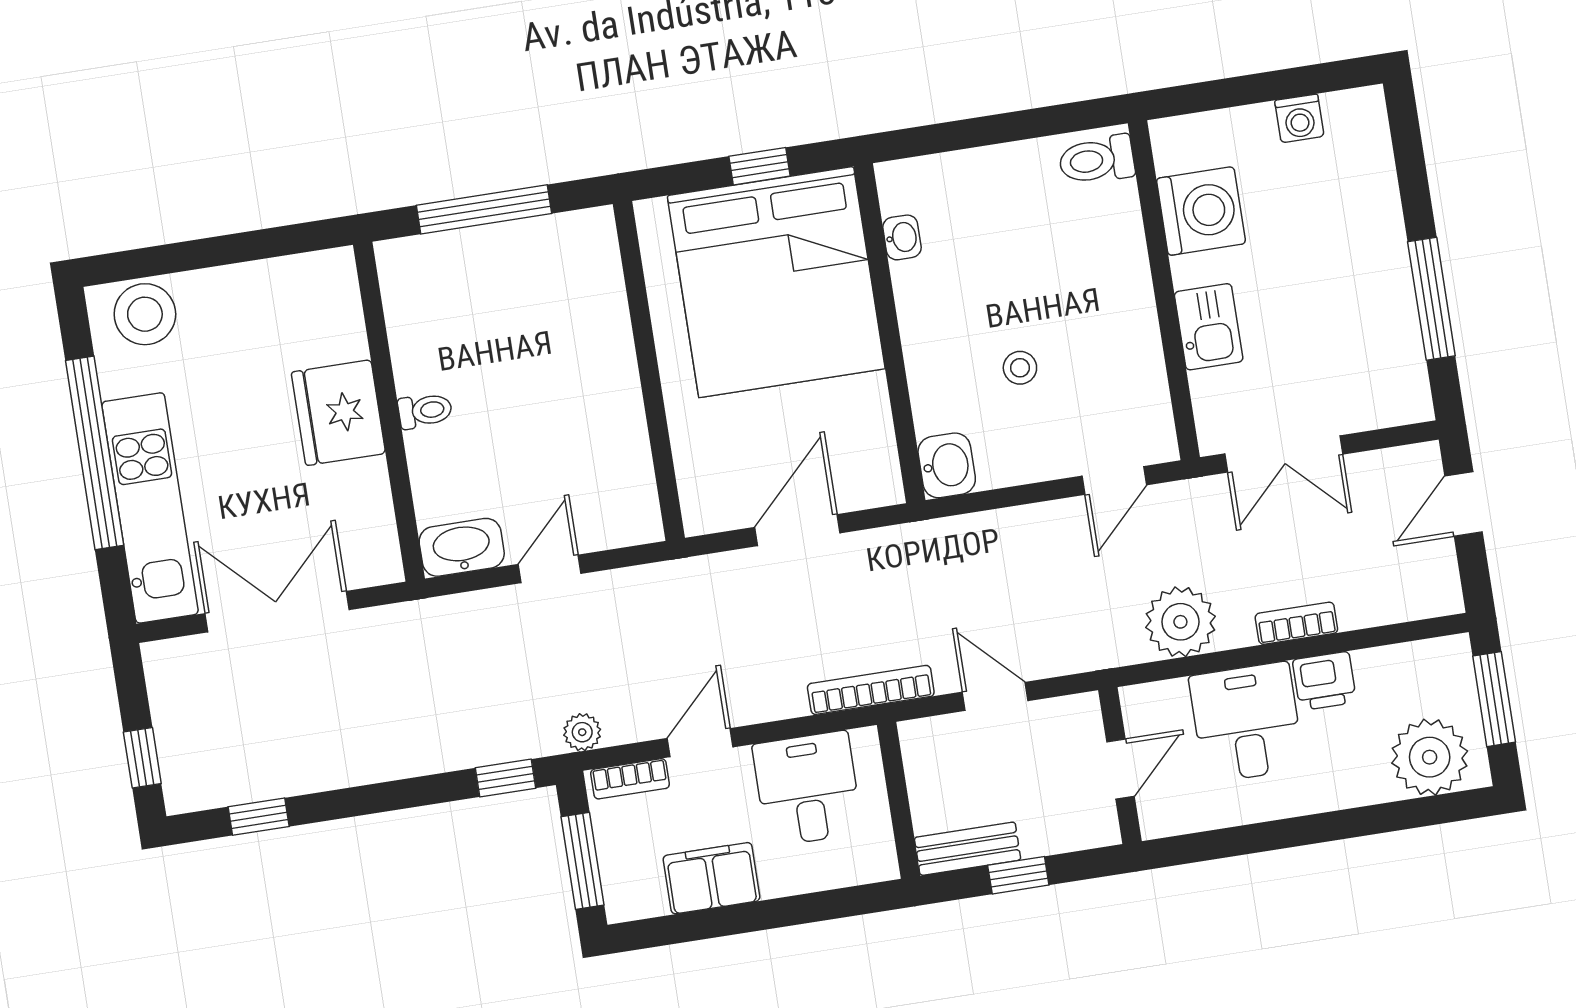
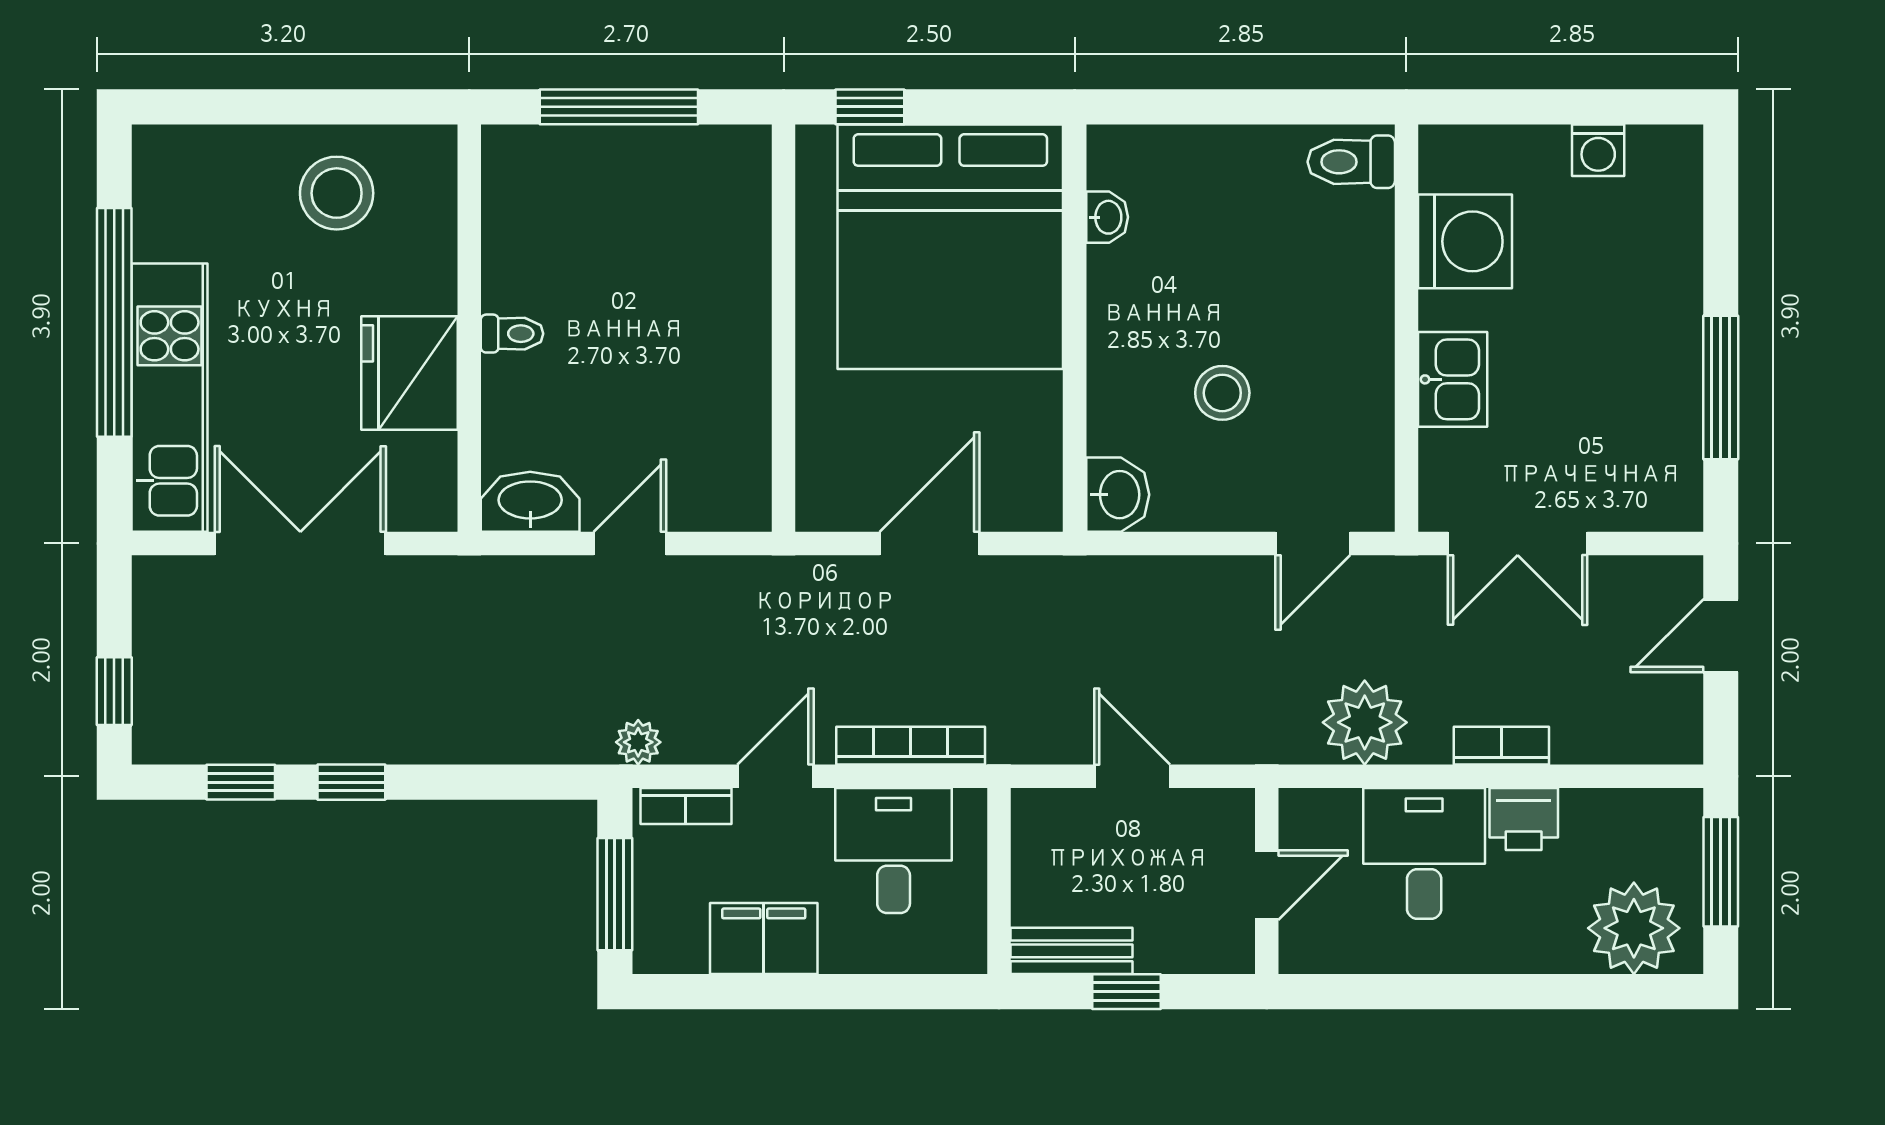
window: (760, 166) -> (870, 107), moved
stool: (145, 314) -> (337, 193), moved
stool: (1020, 368) -> (1222, 393), width x1.37, depth x1.37
fridge: (338, 413) -> (409, 373), moved
bookcase: (871, 690) -> (911, 746), moved
window: (506, 778) -> (351, 782), moved

